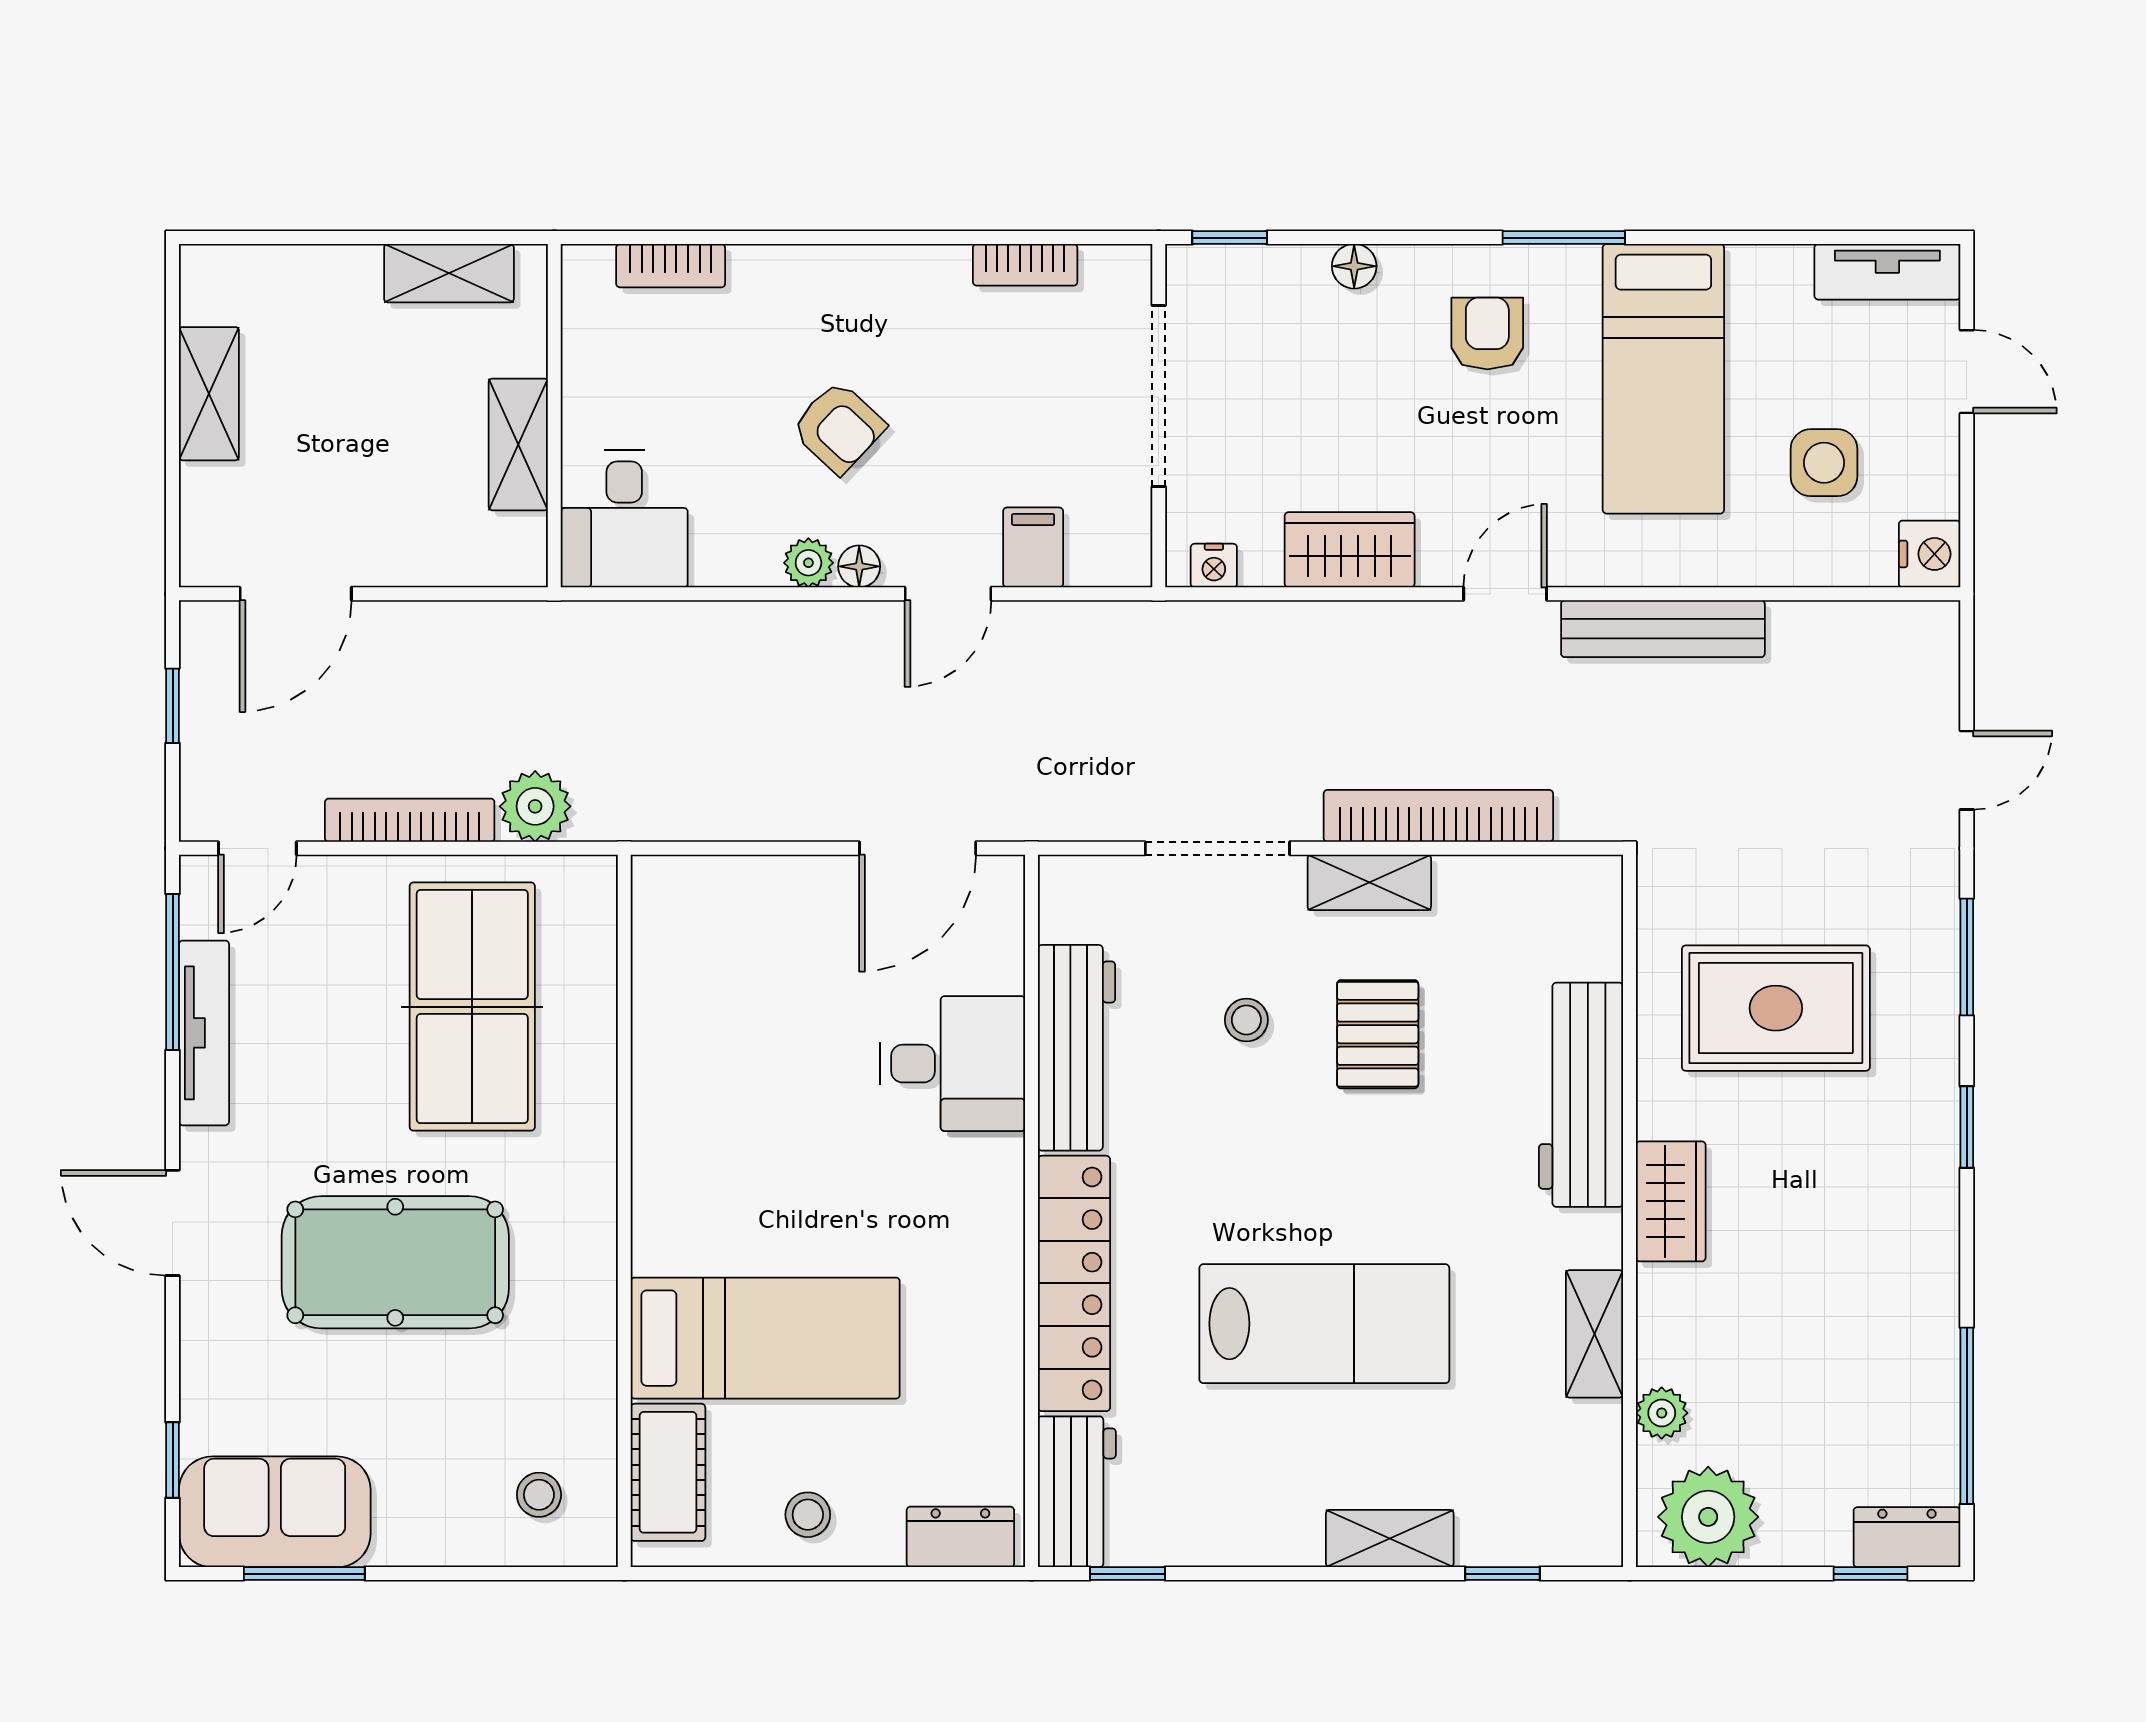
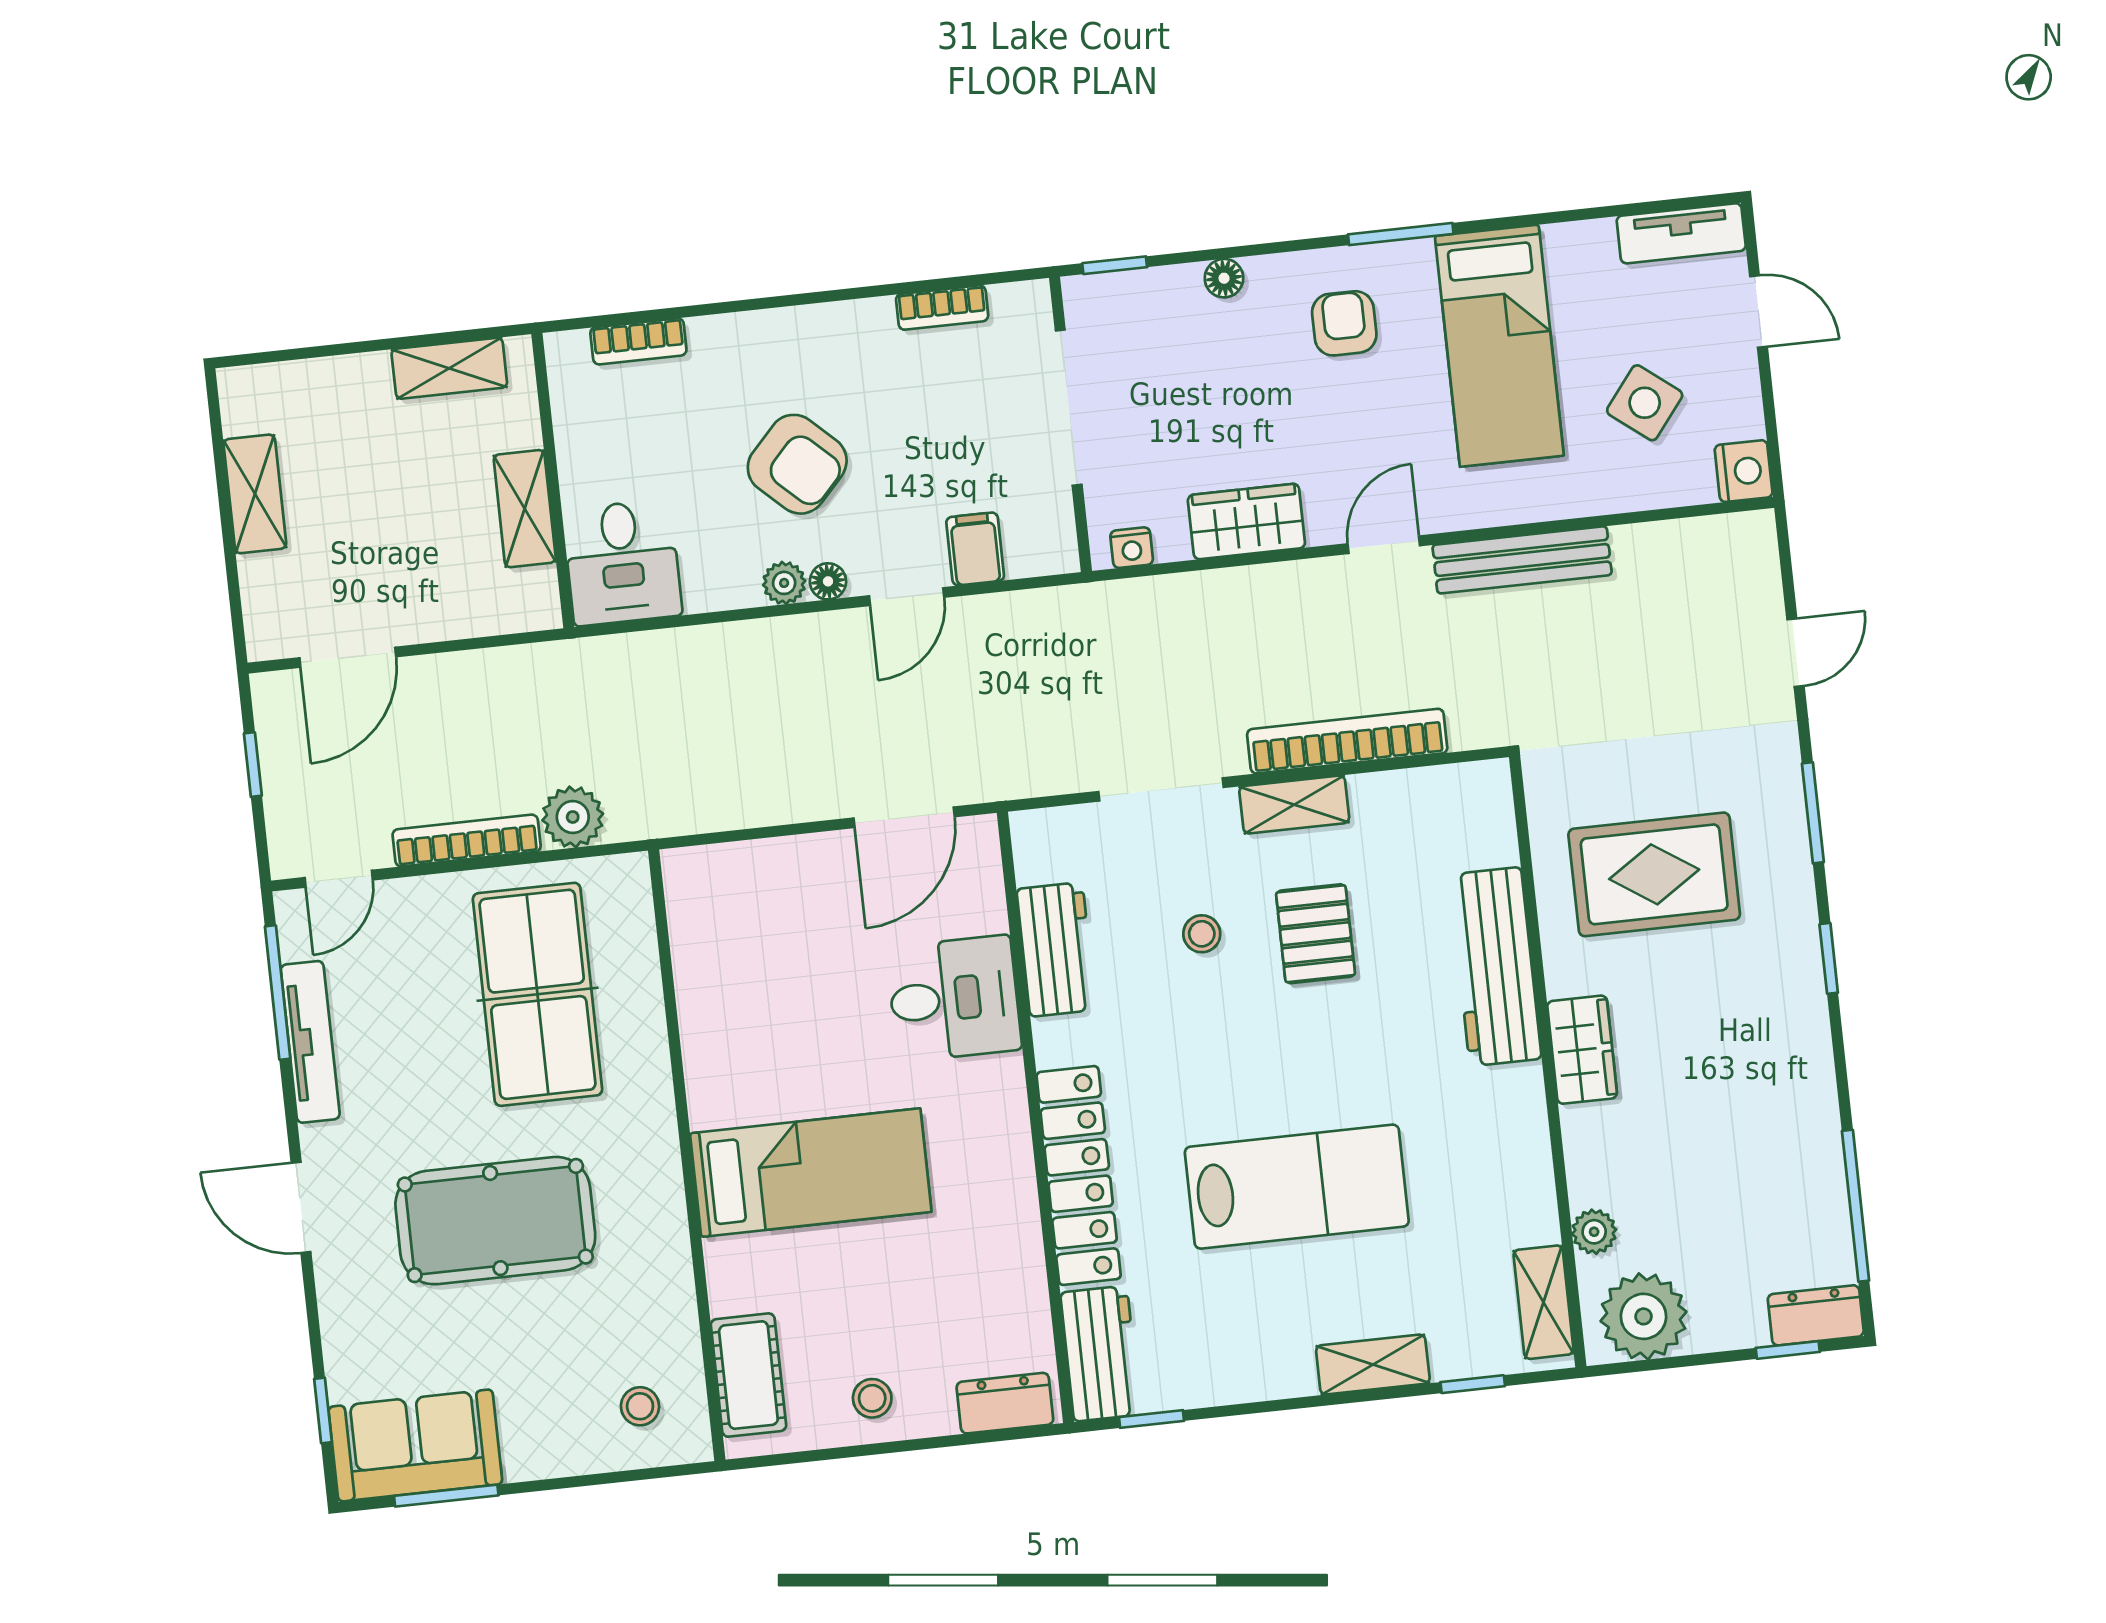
armchair: (838, 427) -> (797, 464), width x1.38, depth x1.38
side table: (1824, 463) -> (1645, 403), turned 38
workbench: (1076, 1048) -> (1056, 949), width x0.73
shelving: (1594, 1334) -> (1543, 1302), moved
bed: (765, 1338) -> (811, 1173), moved

